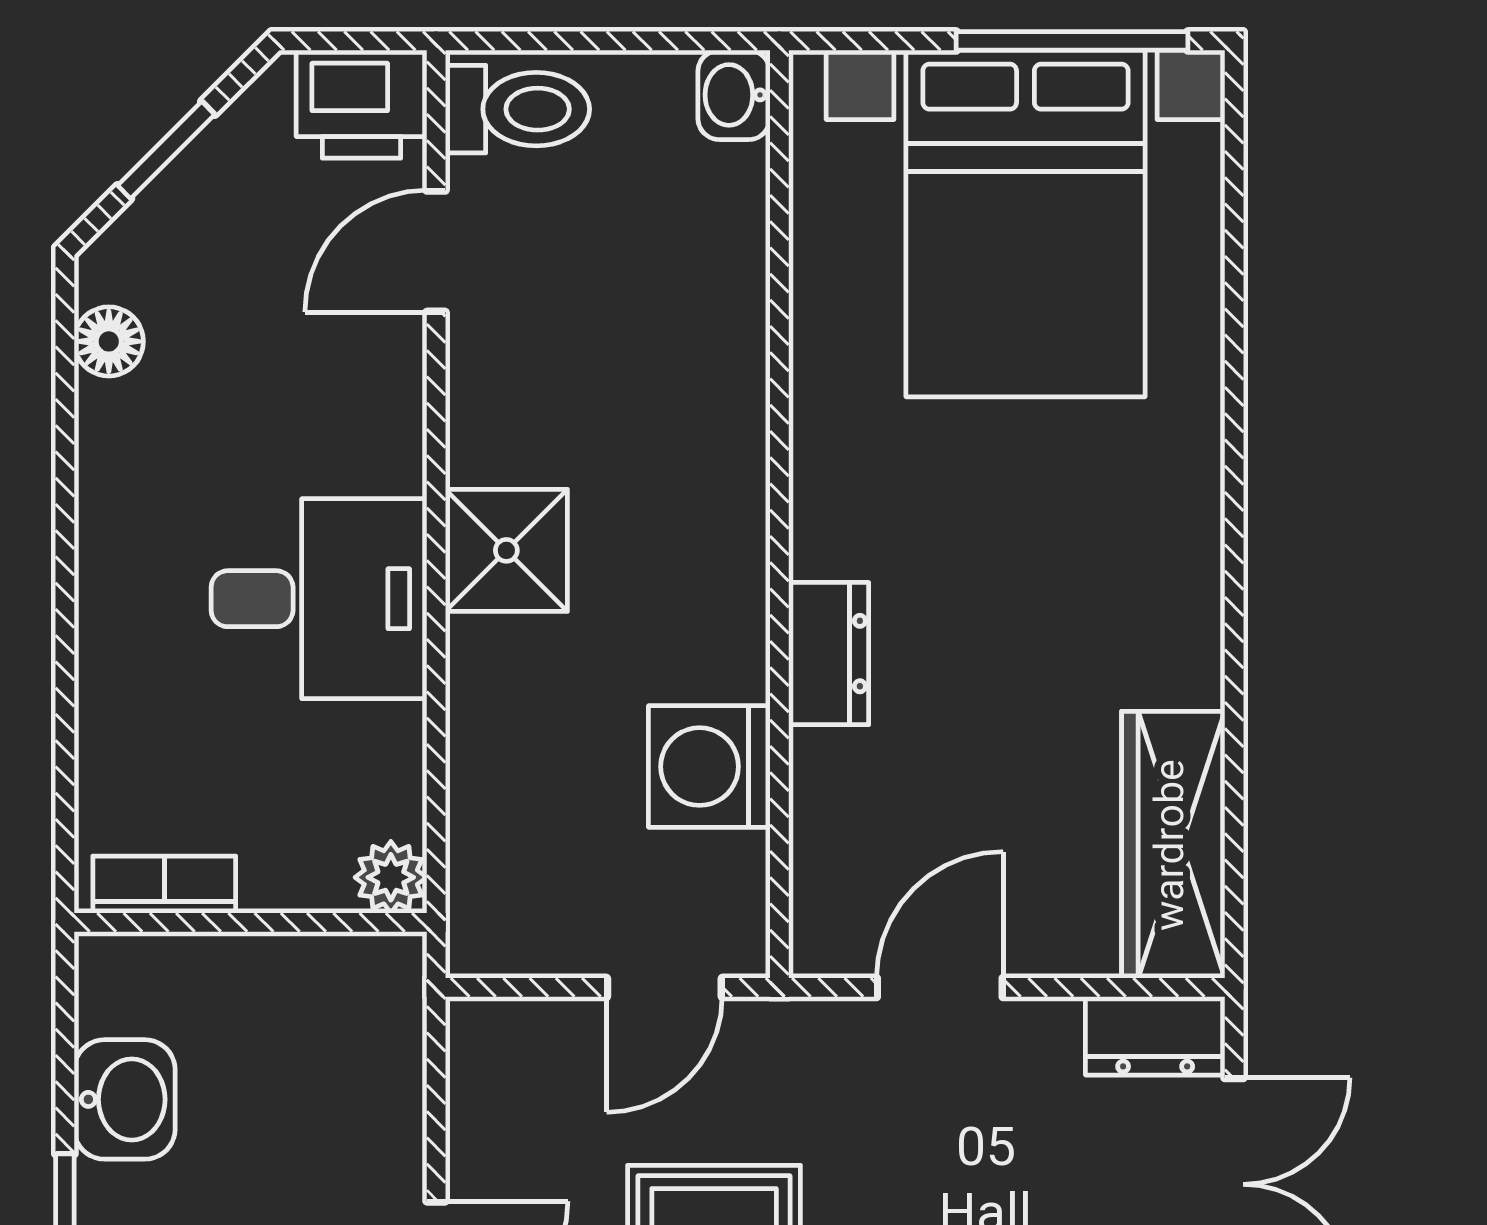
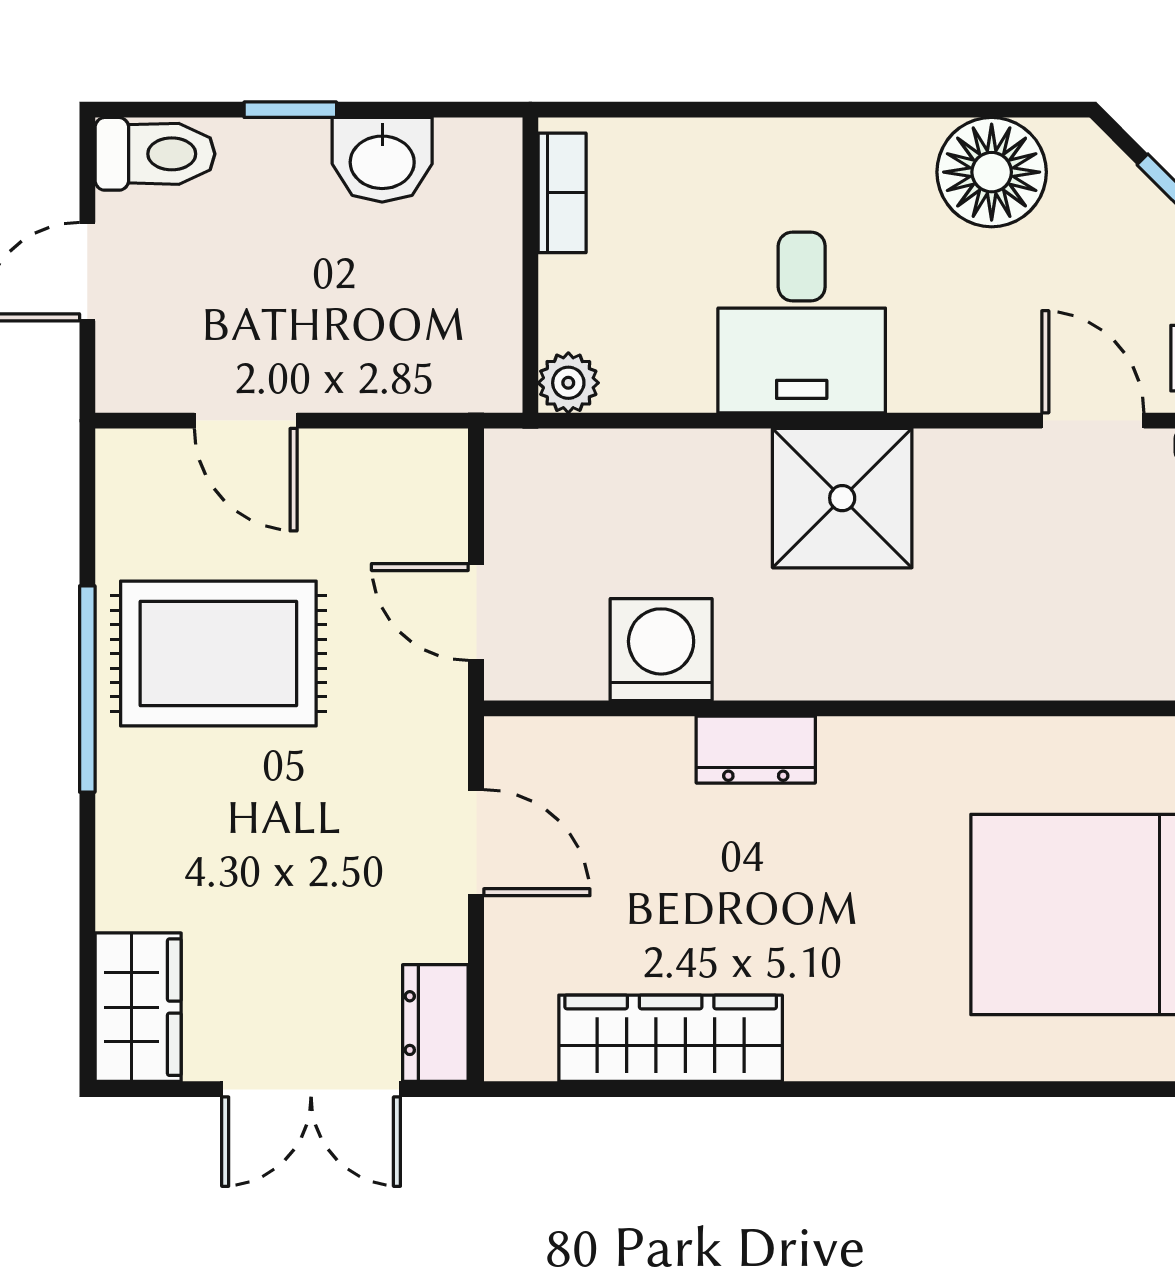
floor lamp: (109, 341) -> (992, 172), width x1.89, depth x1.89
shower: (506, 550) -> (842, 498), width x1.36, depth x1.36
wardrobe: (1173, 845) -> (671, 1038), moved

